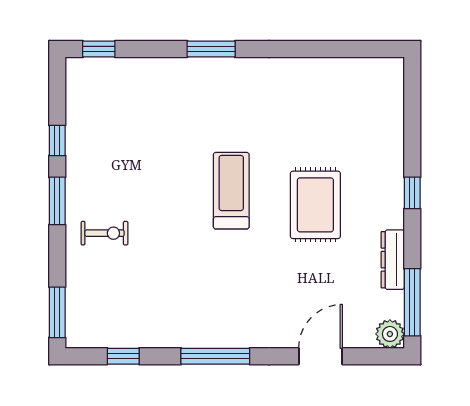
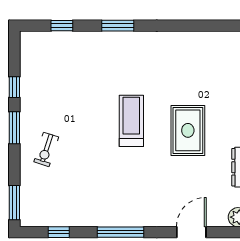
window: (99, 49) -> (62, 26), moved
exercise bike: (105, 233) -> (46, 149), turned 108

